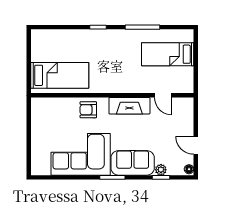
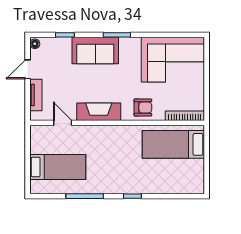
bookcase: (49, 102) -> (185, 116), added
tv unit: (188, 121) -> (36, 95), added
door: (196, 145) -> (28, 69), swing flipped
corner sofa: (81, 154) -> (173, 60), moved
plant: (161, 170) -> (65, 43), removed

